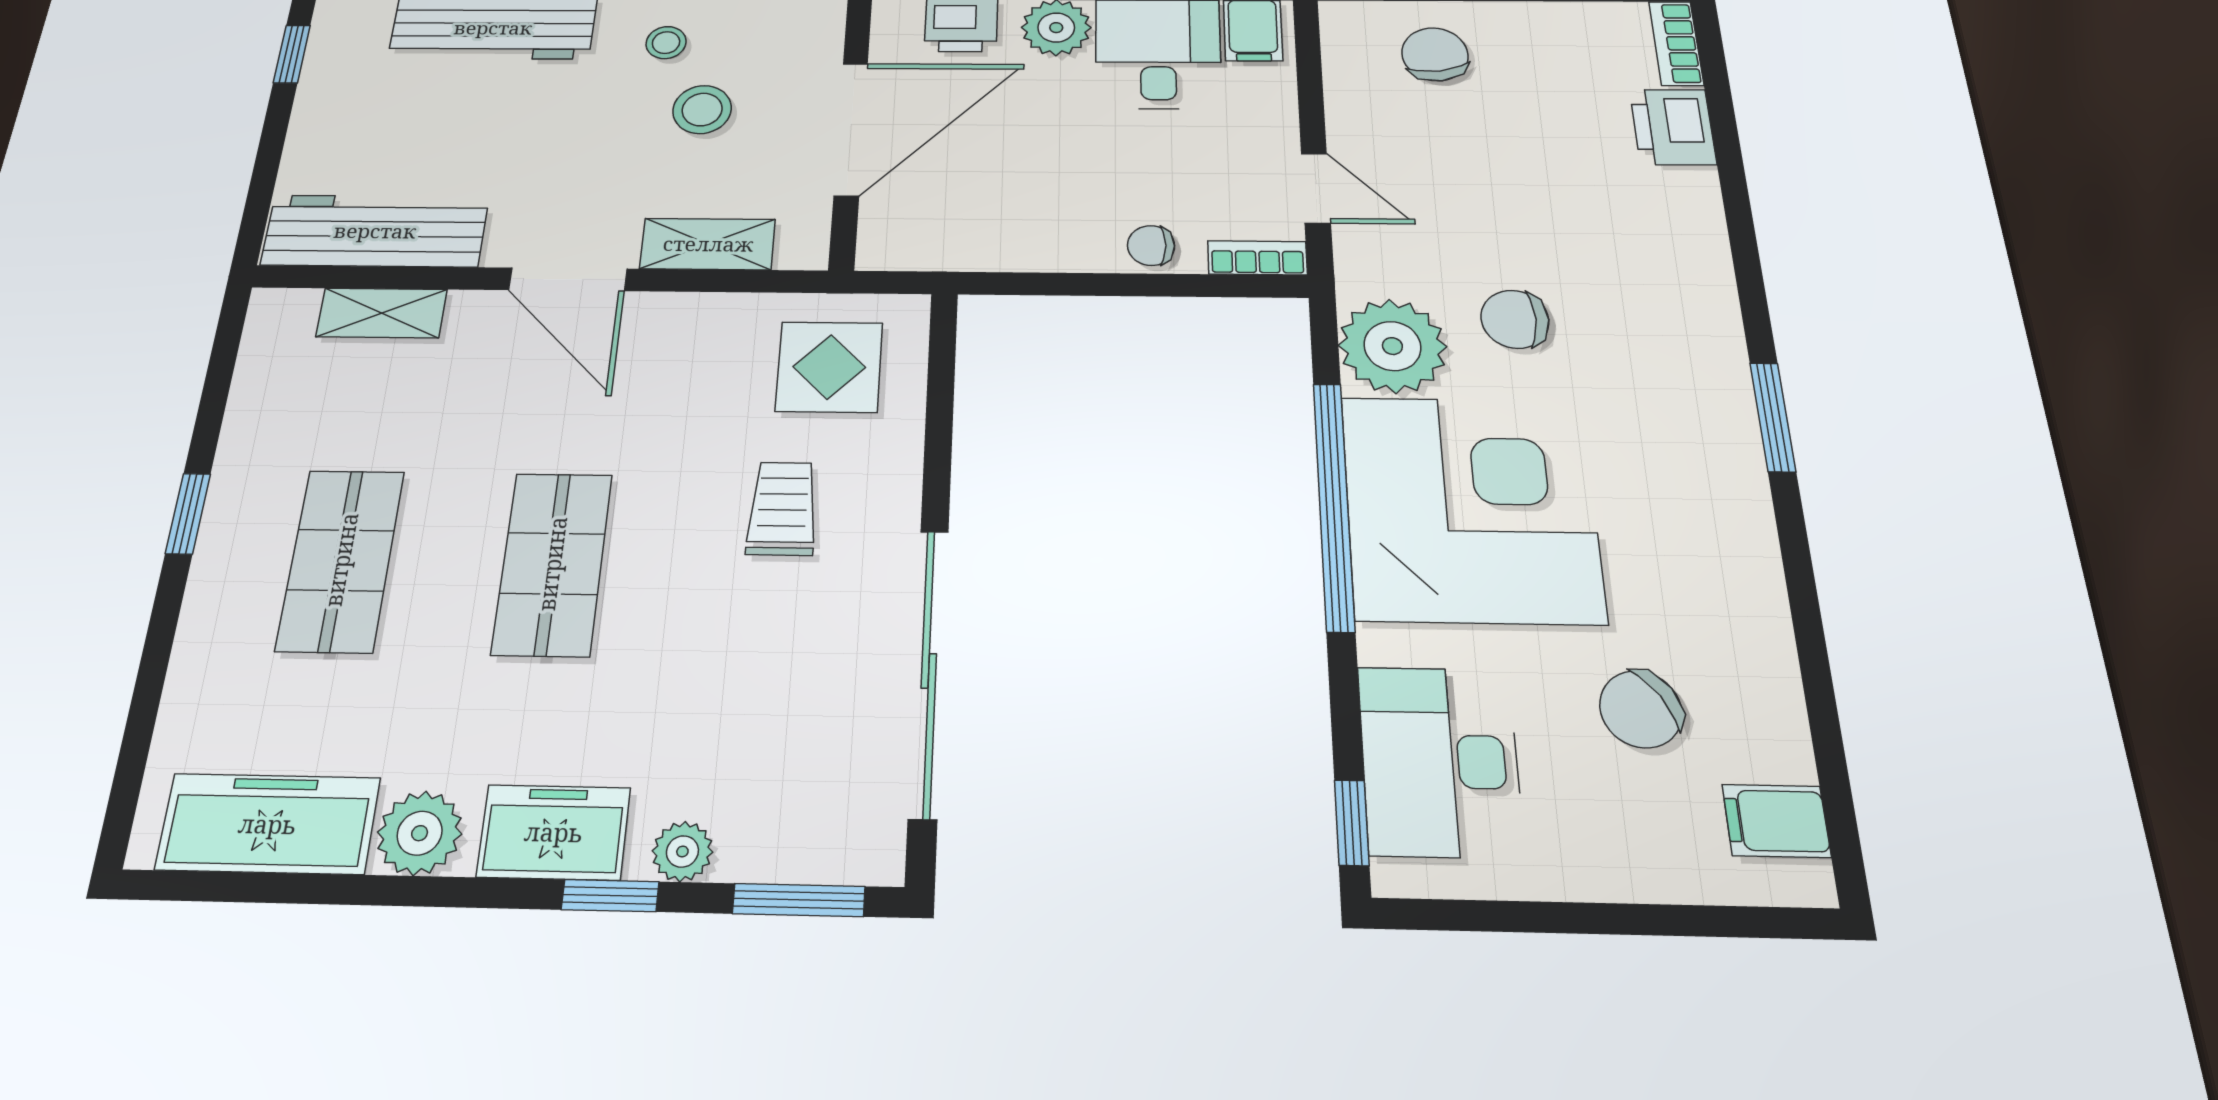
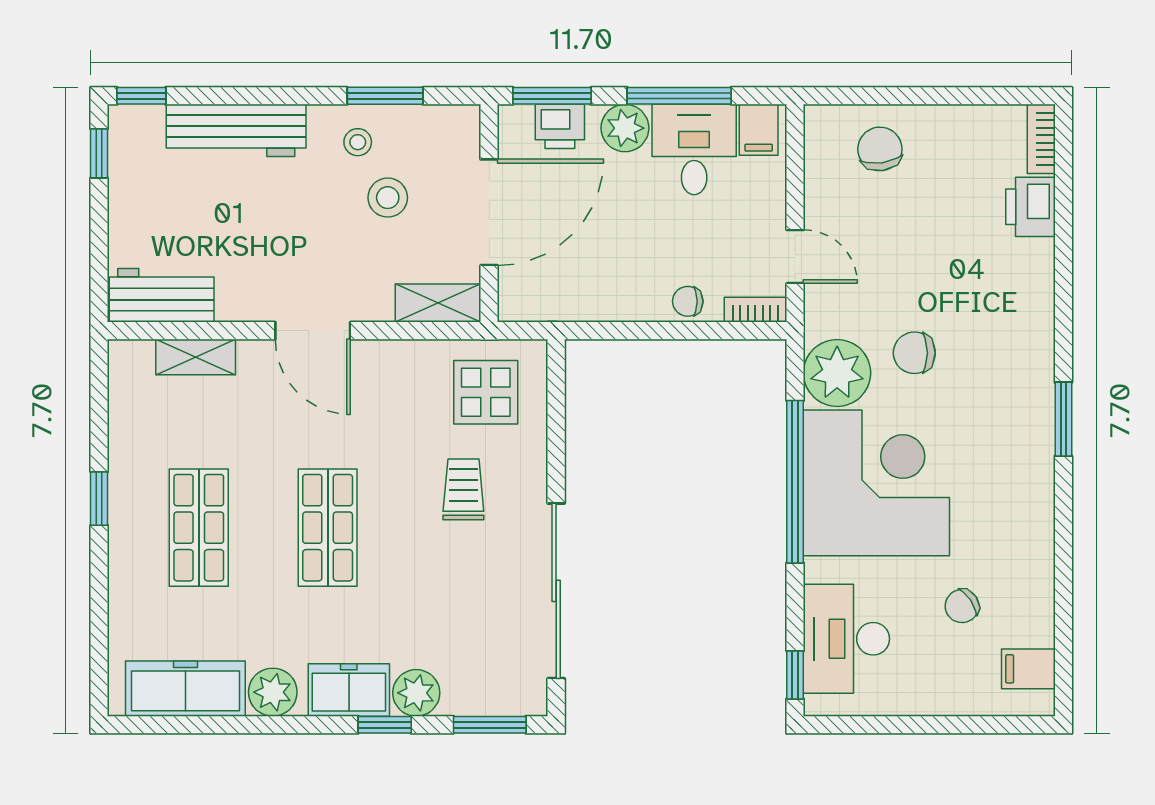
workbench: (375, 231) -> (162, 295), width x0.73
shelving: (708, 244) -> (438, 303), moved
chair: (1641, 709) -> (962, 606), width x0.73, depth x0.73
plant: (682, 851) -> (416, 693), width x1.38, depth x1.38

